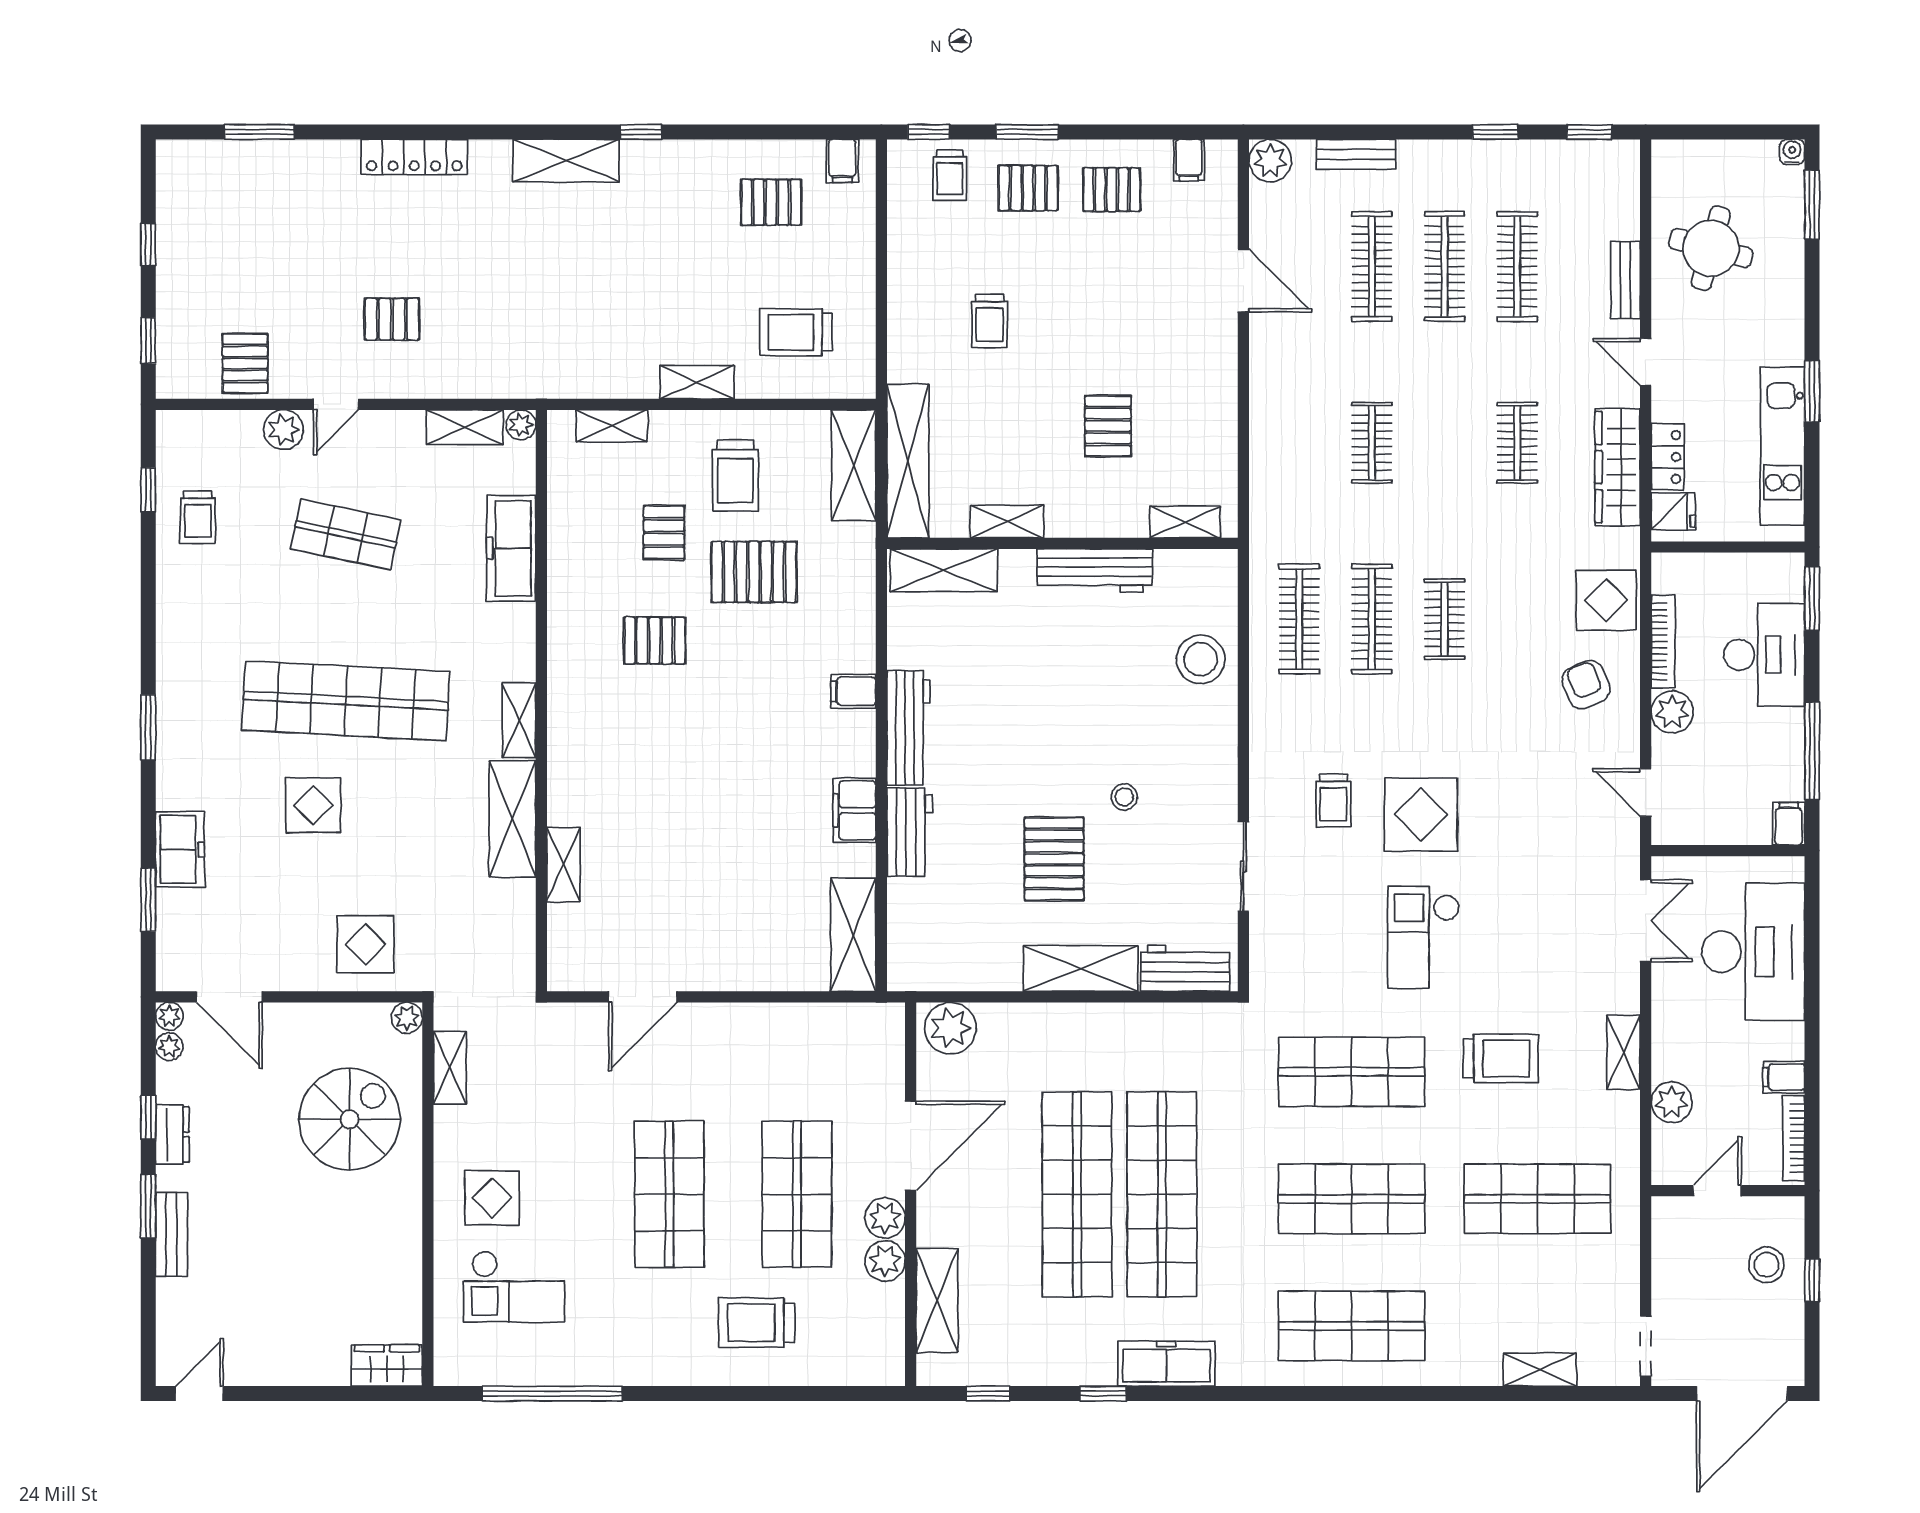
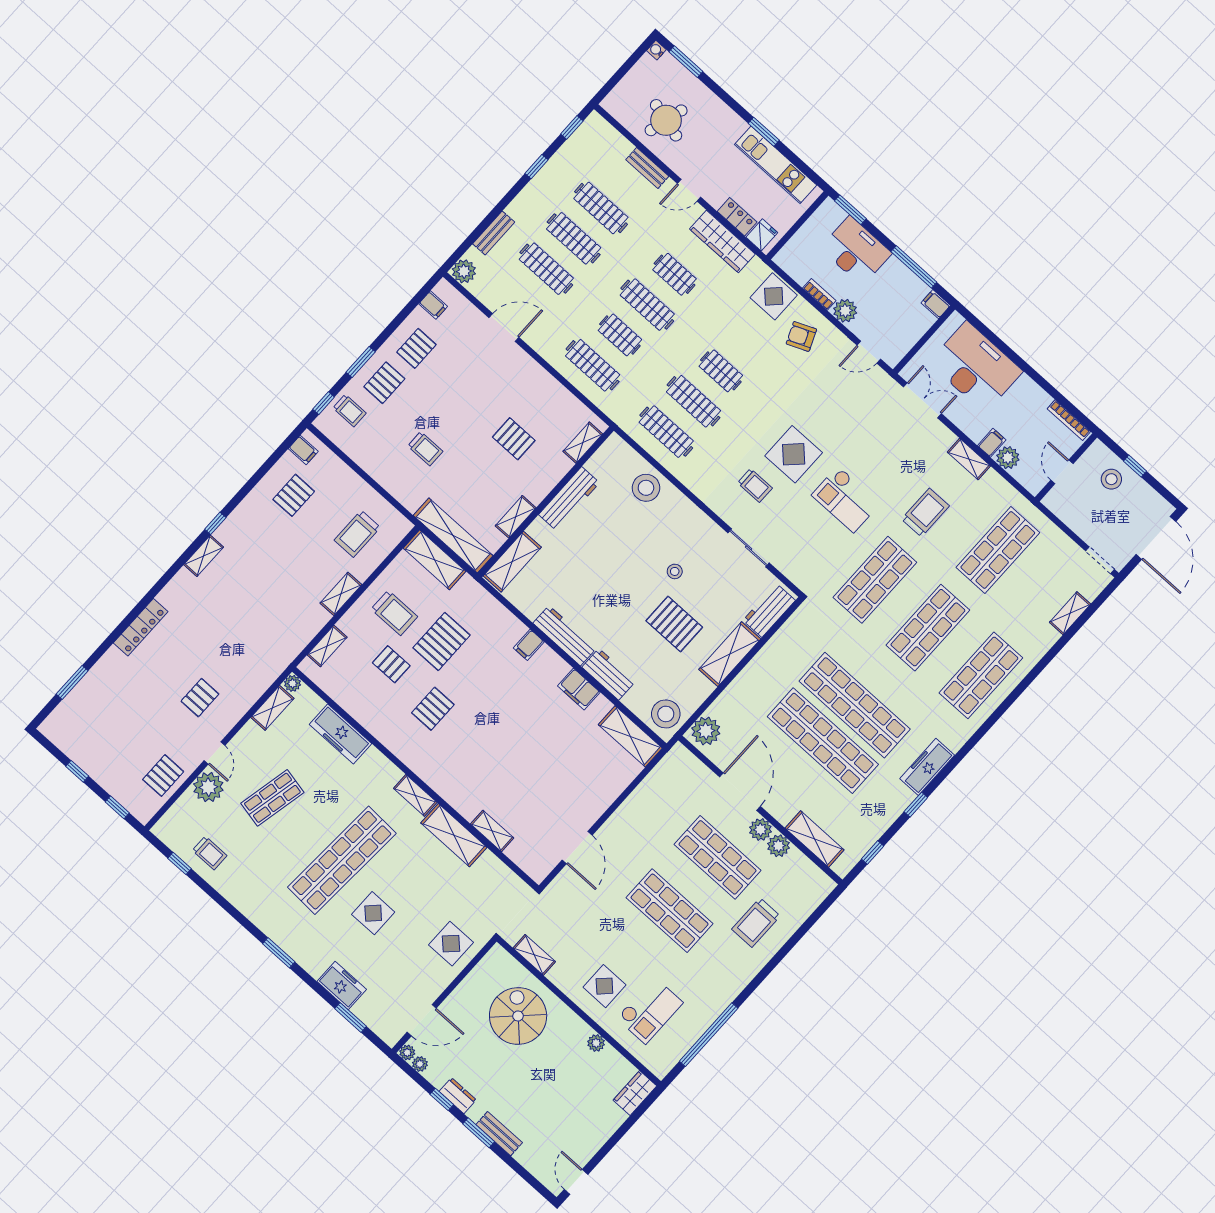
shelving: (566, 161) -> (204, 556), width x0.67, depth x0.75
pallet: (245, 363) -> (163, 776), turned 90
plant: (284, 430) -> (208, 787), width x1.36, depth x1.36
clothes rail: (1299, 443) -> (593, 365), added
clothes rail: (1445, 443) -> (647, 305), added
bookcase: (1663, 641) -> (819, 294), width x0.64
stool: (925, 955) -> (666, 714), added
plant: (407, 1018) -> (596, 1043), moved
filing cabinet: (1784, 1077) -> (992, 443), moved, turned 180

